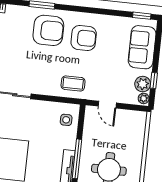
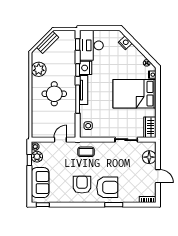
armchair: (48, 30) -> (107, 187), turned 180
armchair: (84, 38) -> (82, 185), turned 90
door: (107, 105) -> (60, 140), hinge flipped

